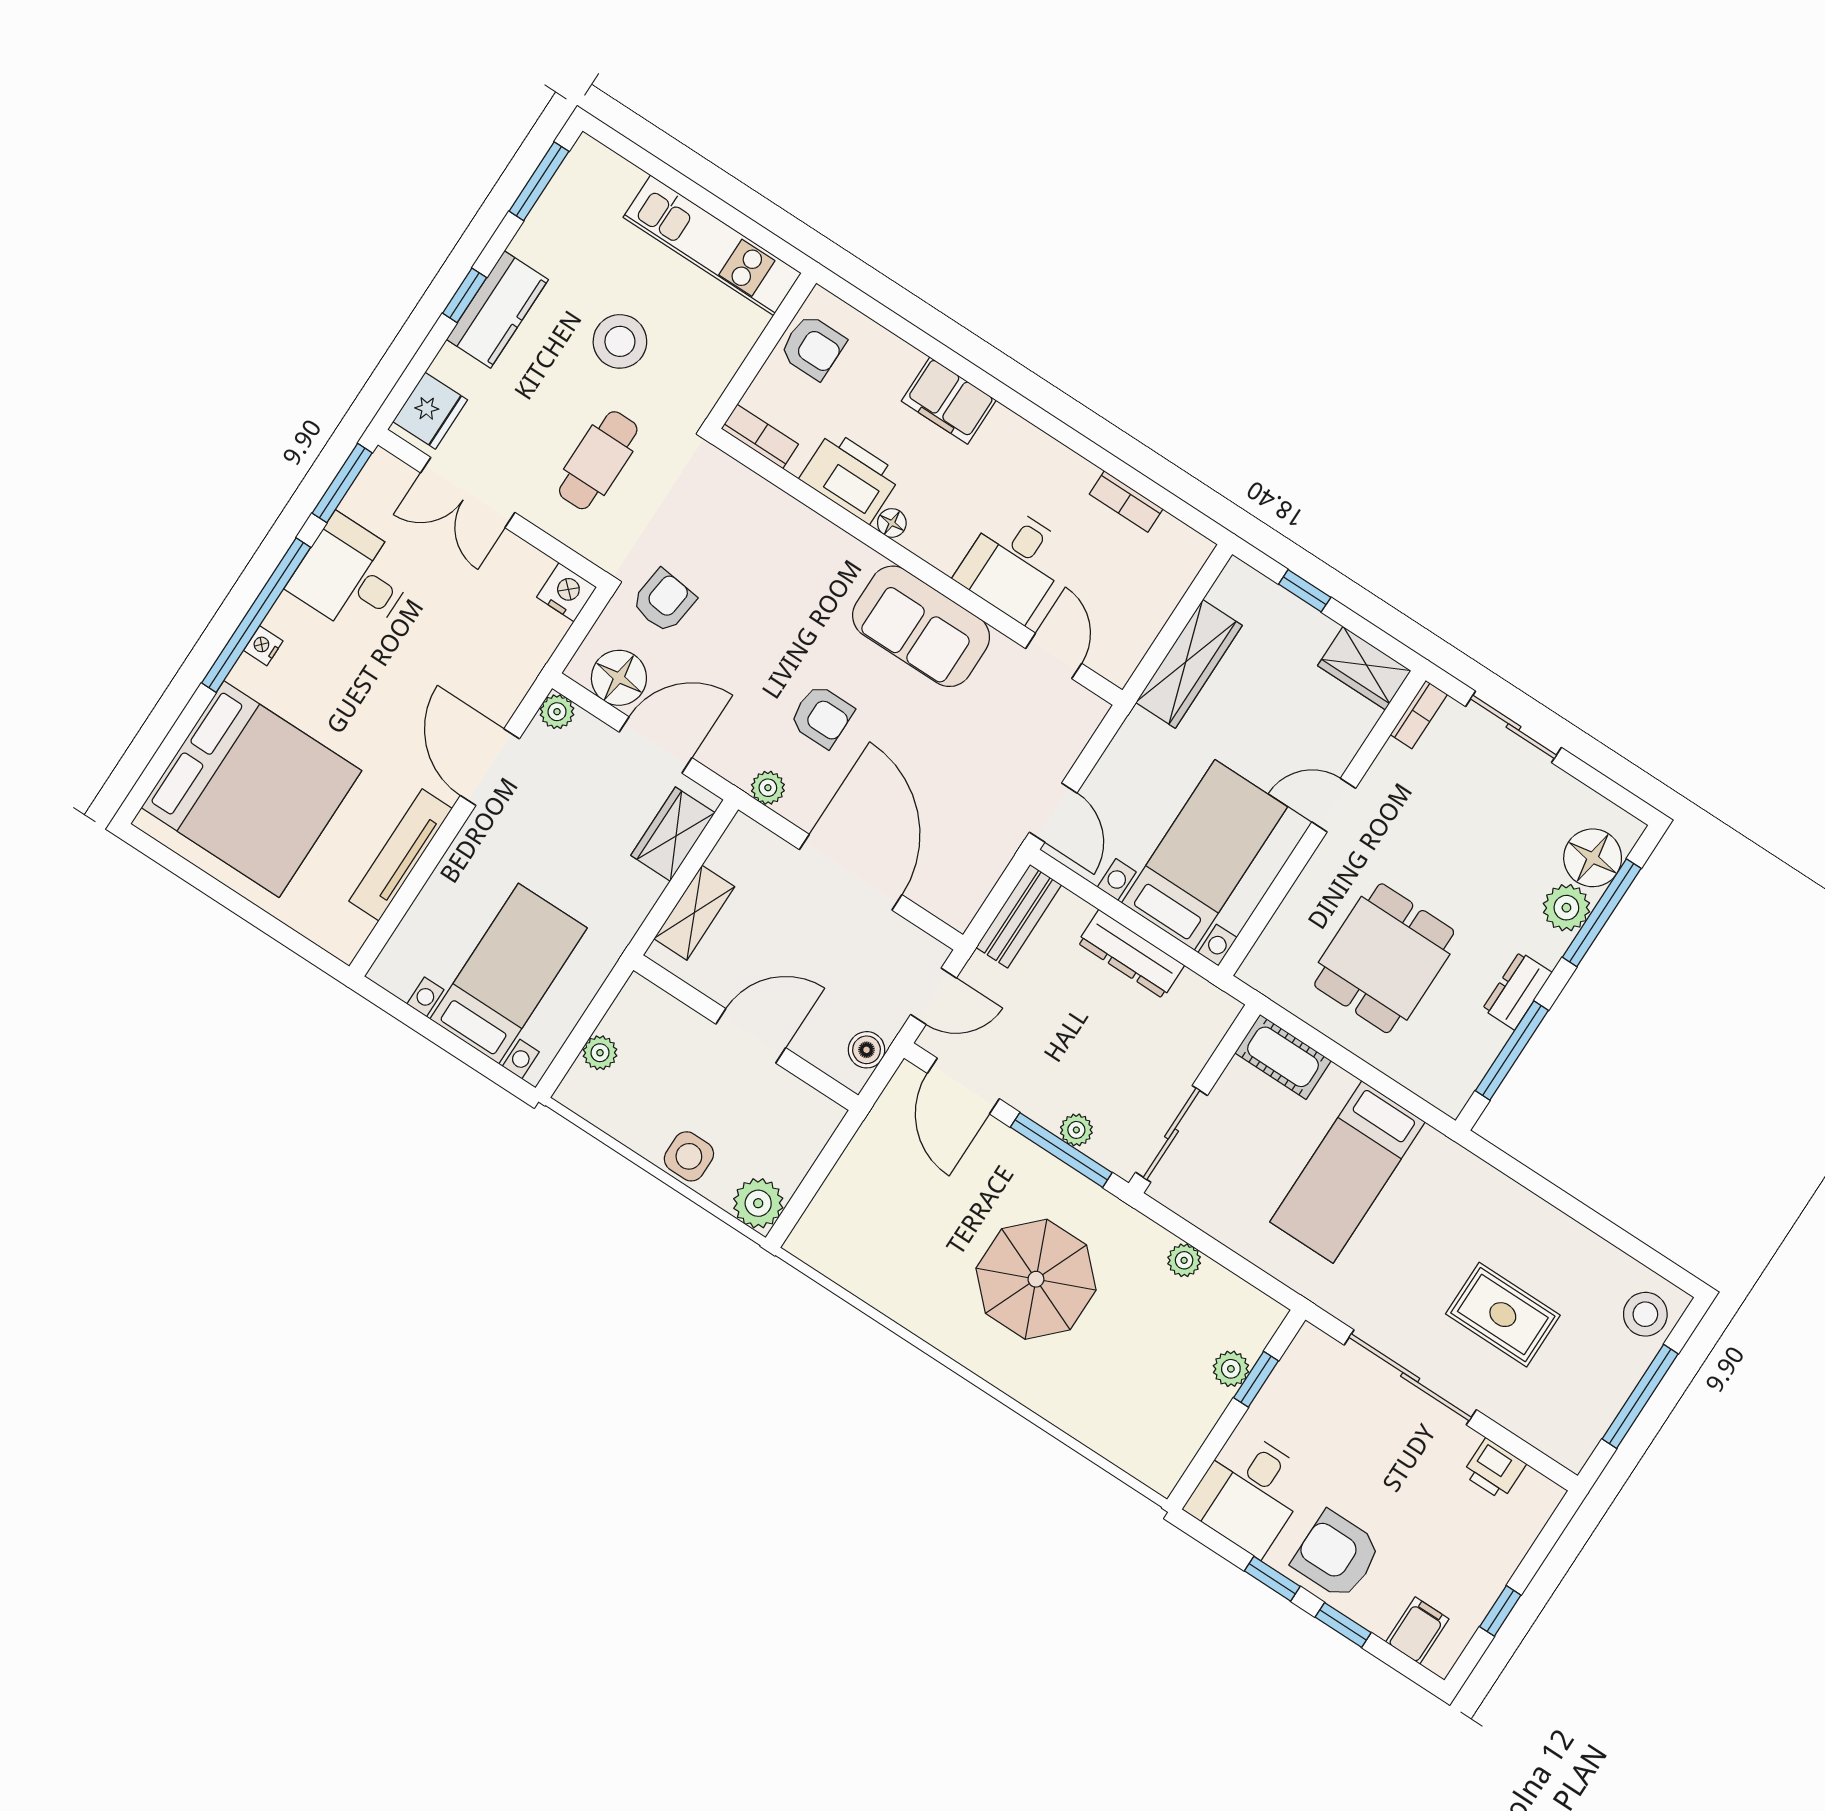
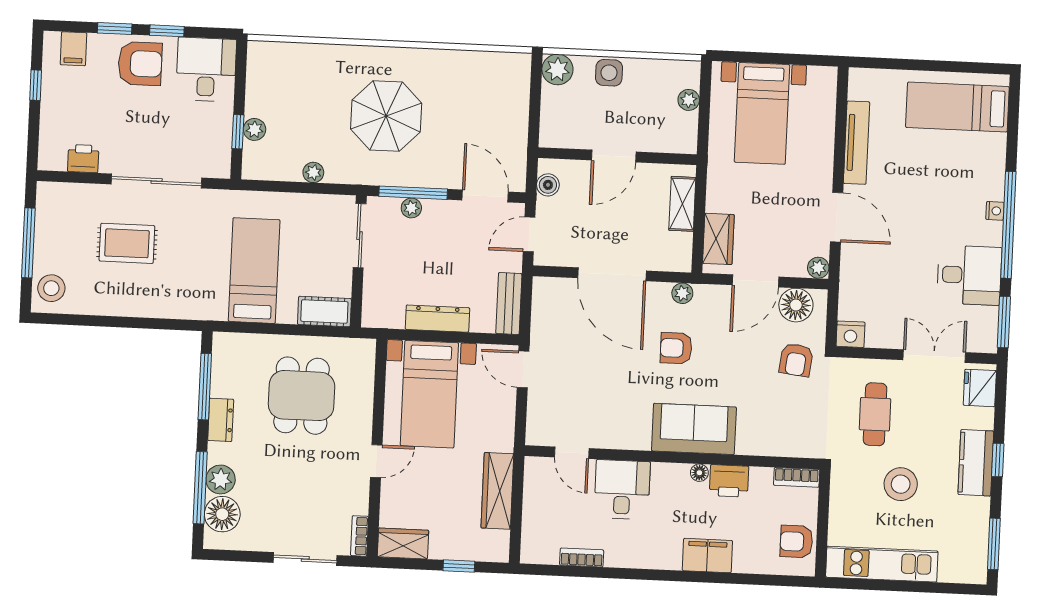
printer: (850, 477) -> (729, 481), width x0.73, depth x0.84
sofa: (921, 626) -> (694, 429), moved
bed: (251, 789) -> (957, 107), width x0.49

